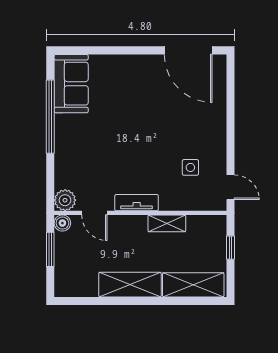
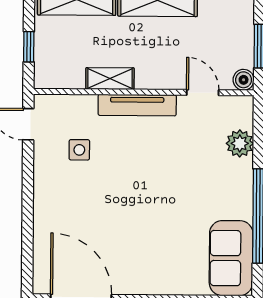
plant: (65, 200) -> (240, 143), moved
tv unit: (137, 203) -> (137, 105), width x1.41

